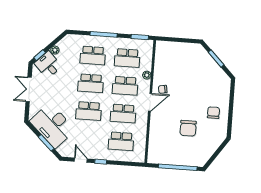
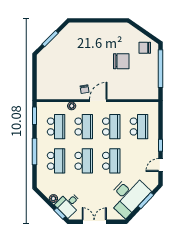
double door: (29, 89) -> (94, 222), swing flipped
door: (150, 102) -> (98, 101), hinge flipped
chair: (213, 113) -> (145, 48), moved

